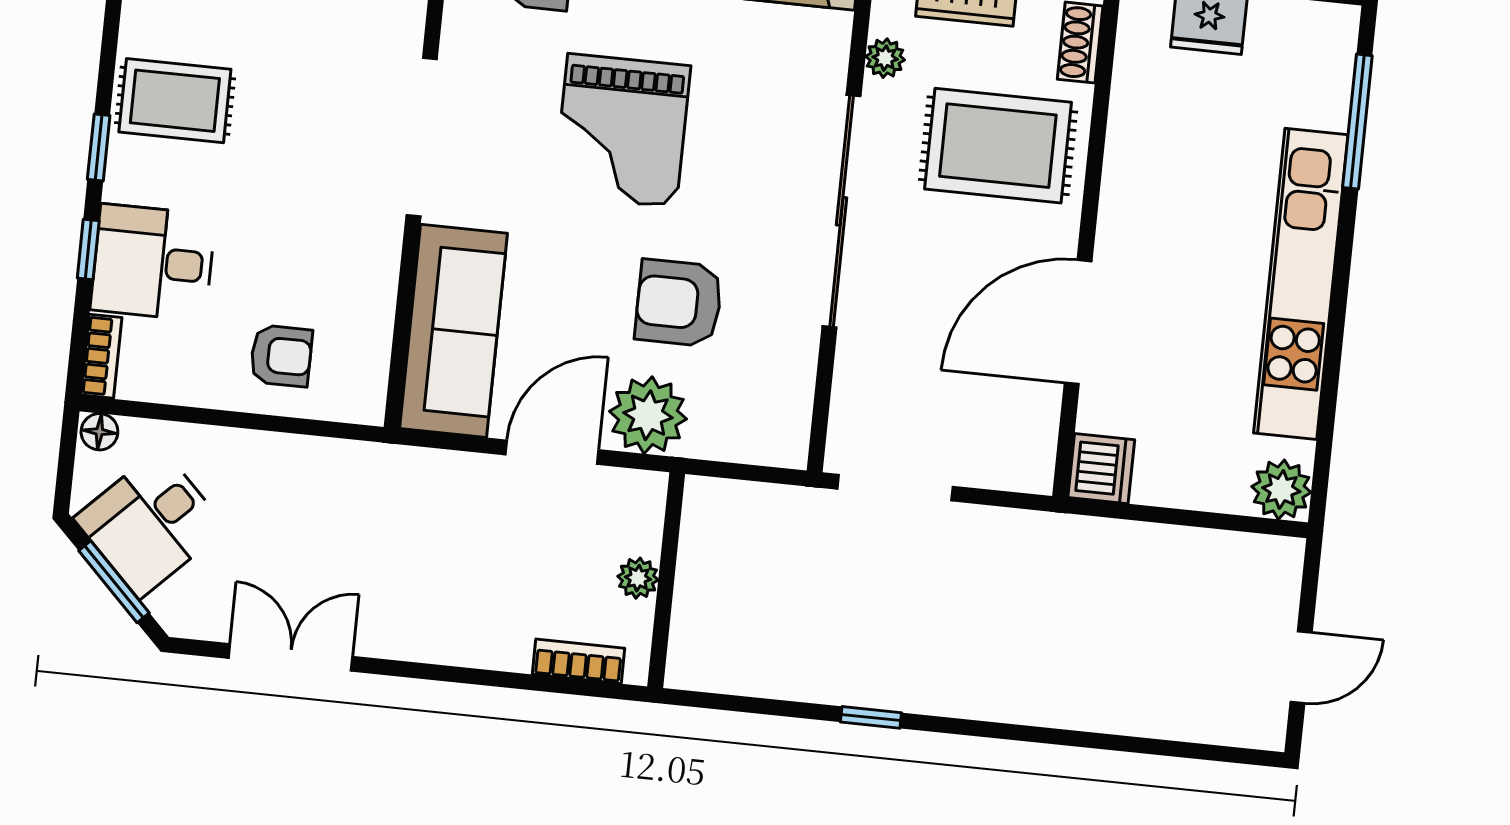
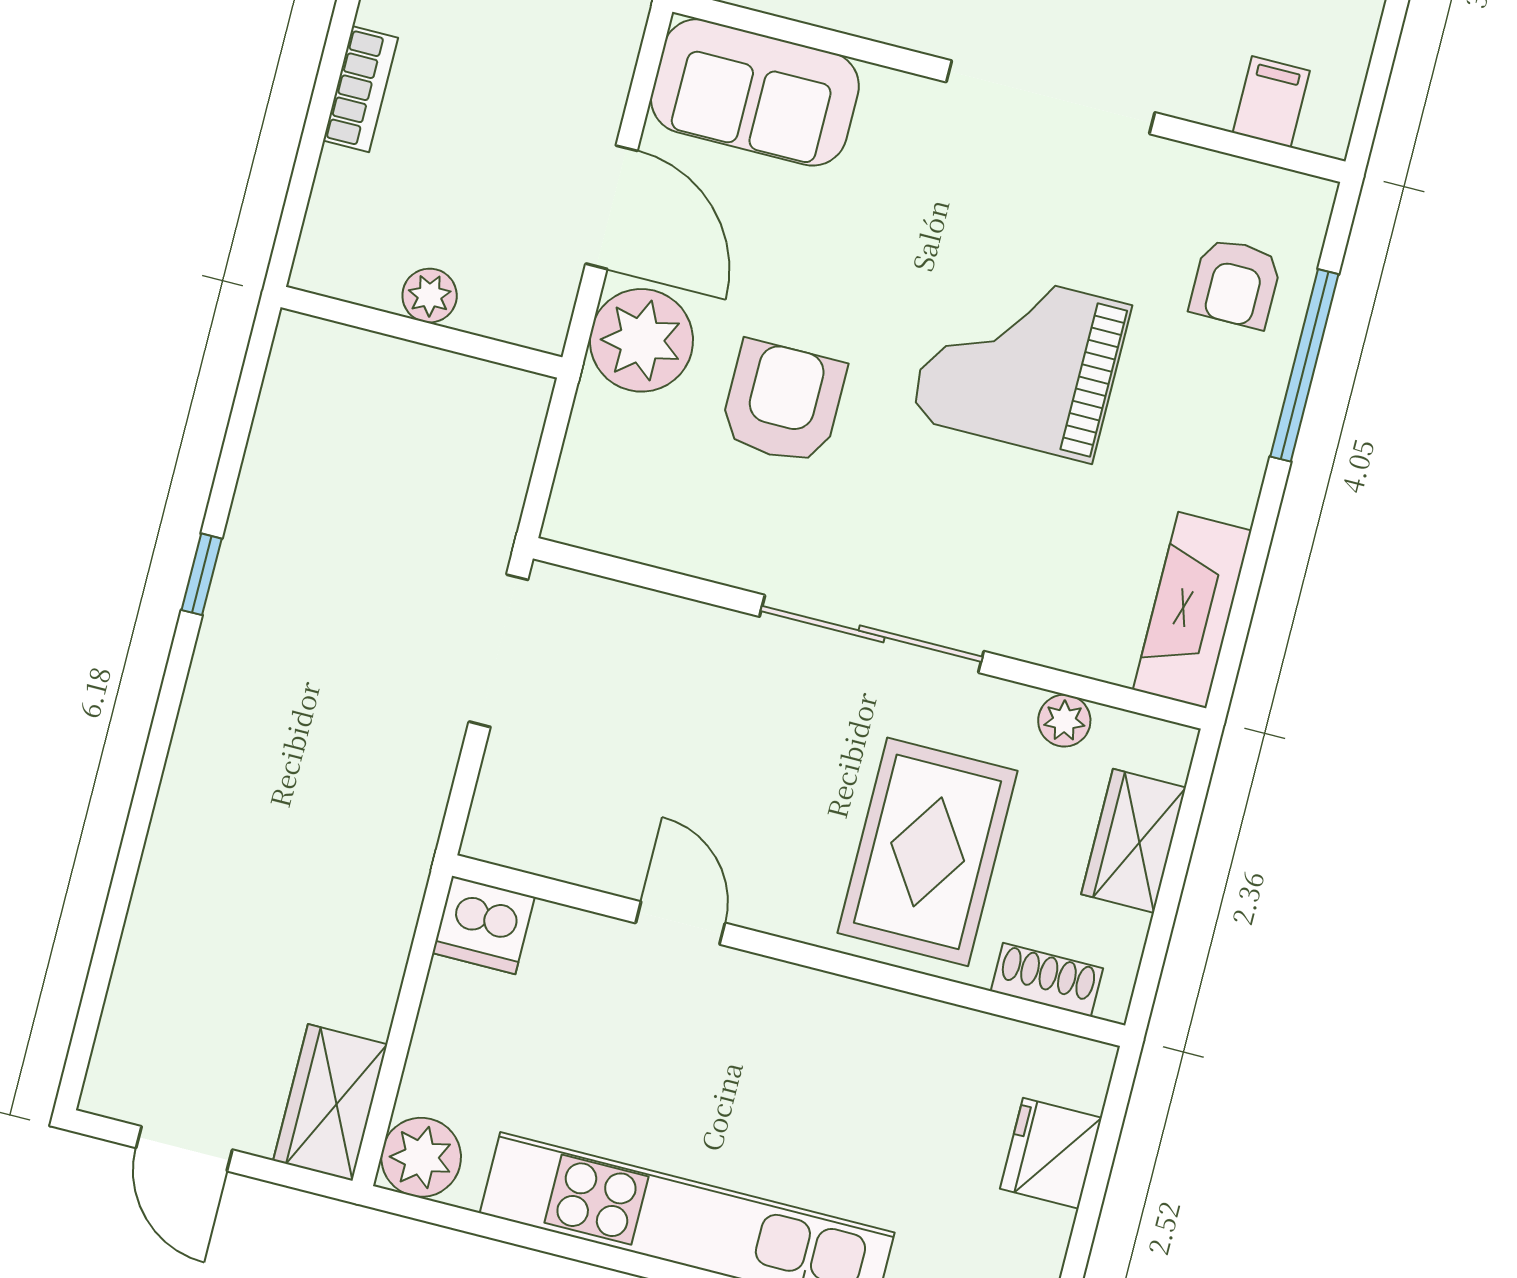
sliding door: (842, 211) -> (872, 634), width x0.73
door: (1078, 322) -> (680, 923), width x0.53
sofa: (453, 331) -> (755, 92), width x0.73
wardrobe: (1250, 563) -> (330, 1102), added
bookcase: (578, 661) -> (361, 89), moved

